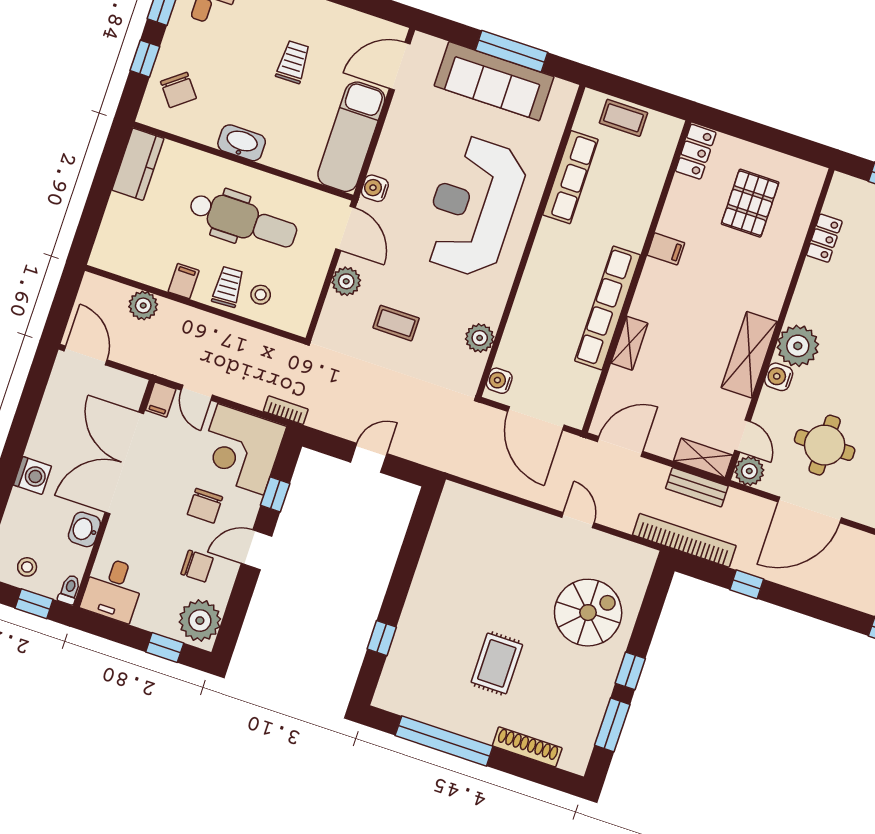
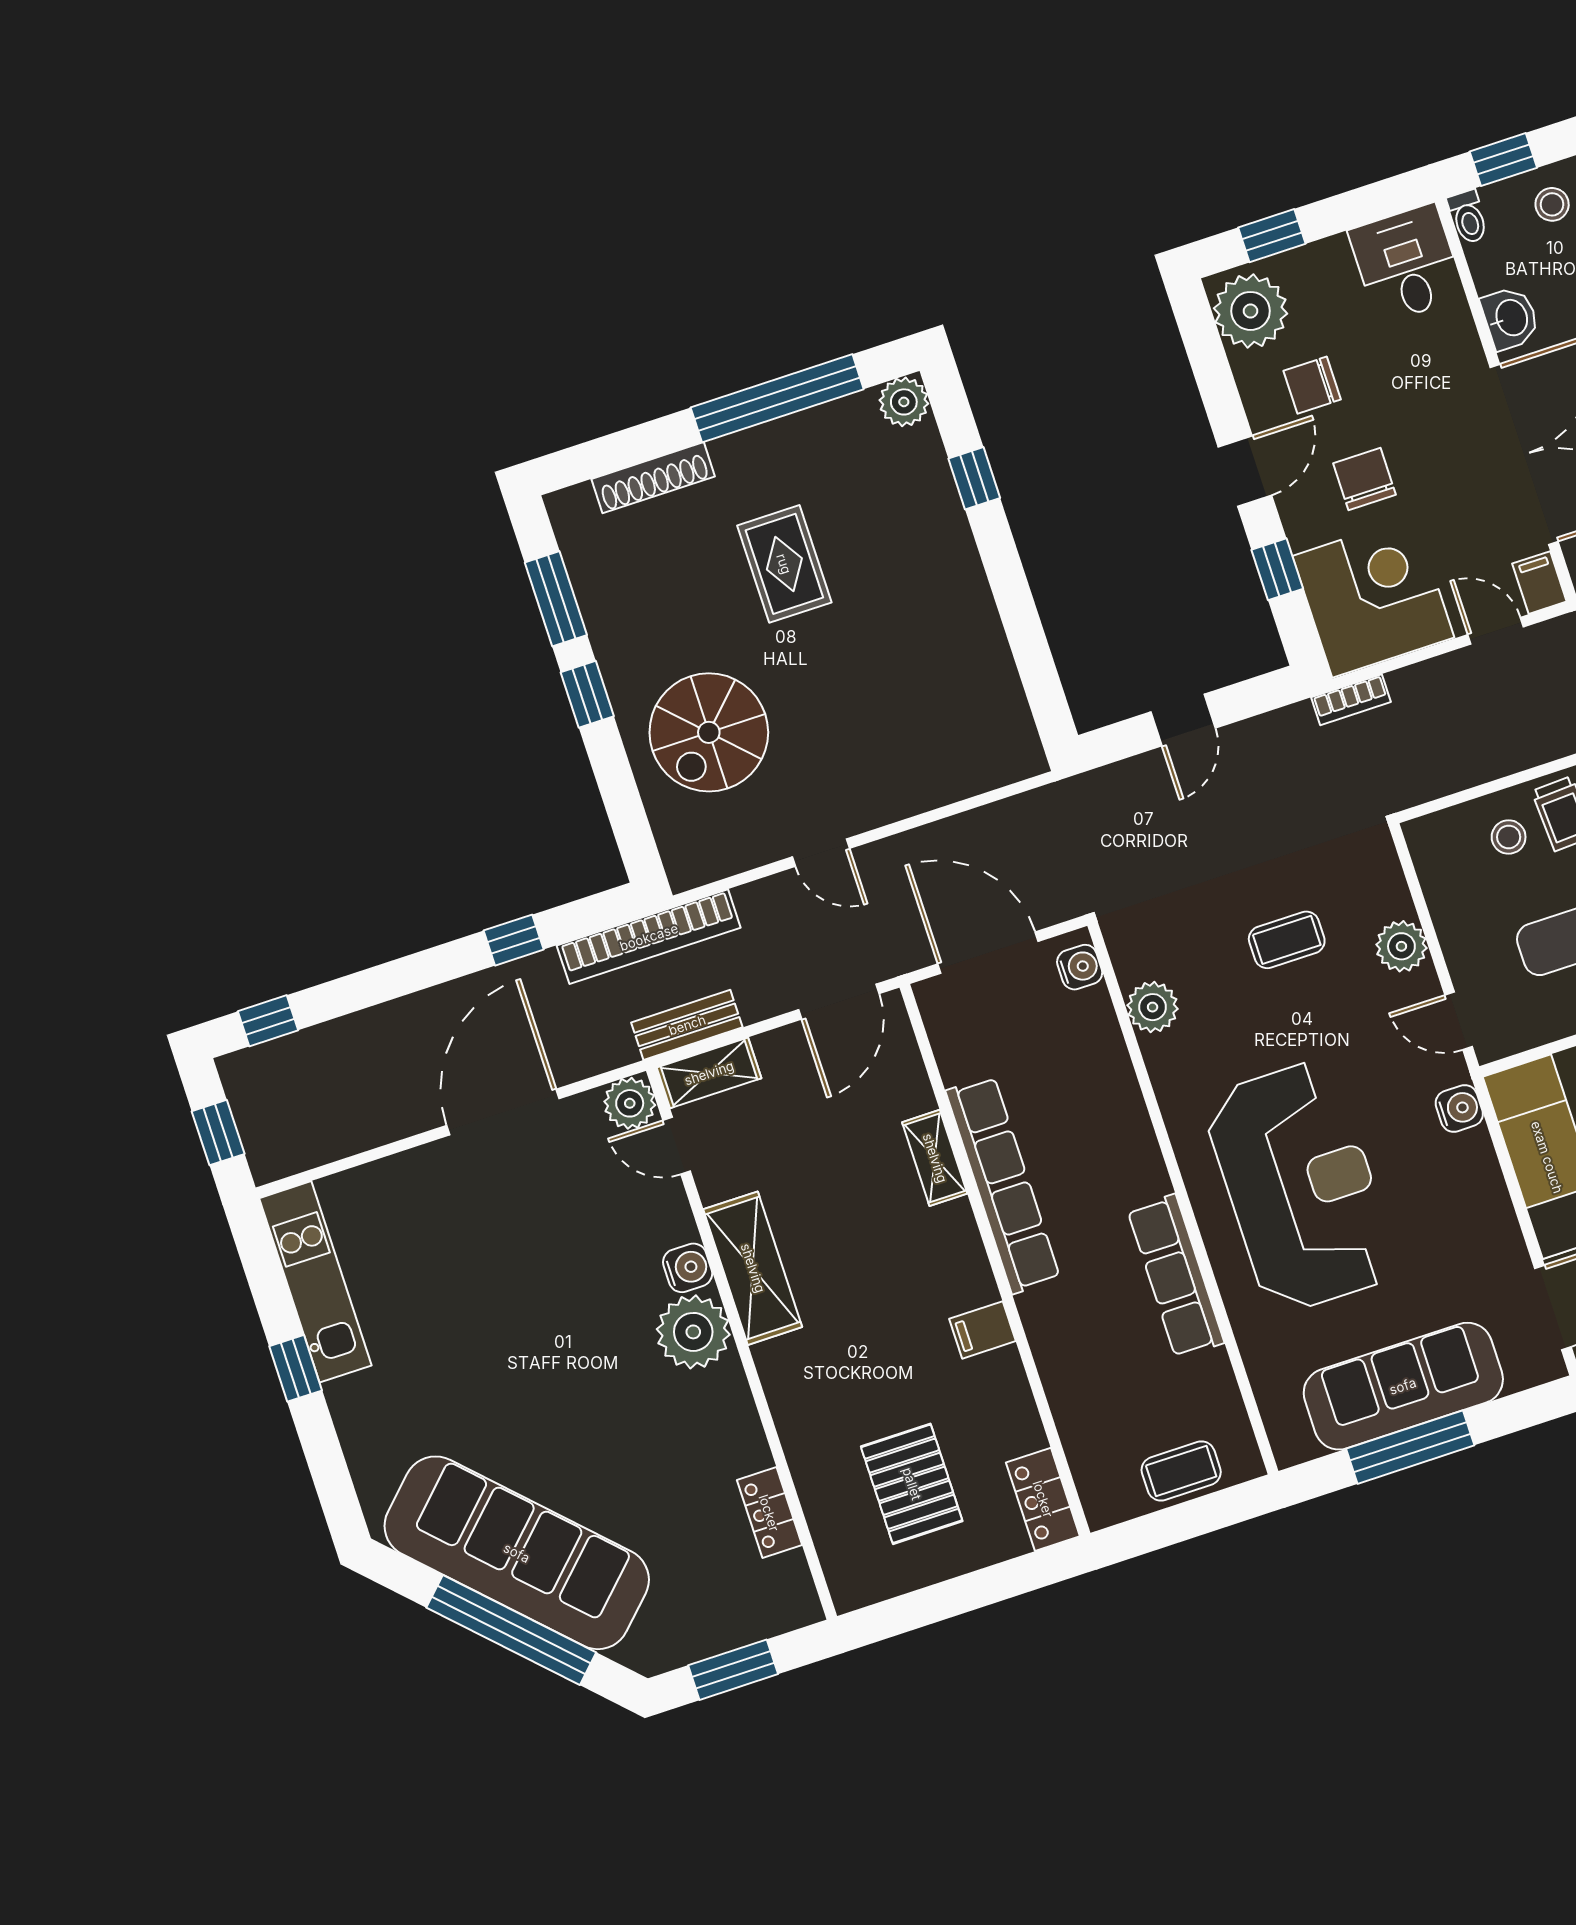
row of seats: (570, 177) -> (1176, 1276), moved
door: (345, 228) -> (1459, 1021), width x0.73
round table: (825, 445) -> (550, 1220), removed
plant: (388, 696) -> (904, 402), added

